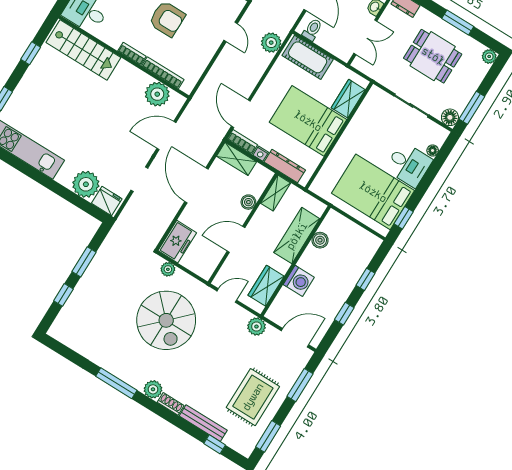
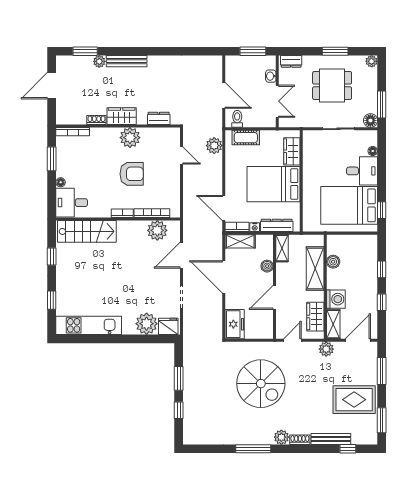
cot: (308, 57) -> (246, 138), width x0.73, depth x0.75
plant: (168, 269) -> (240, 347), removed
shelving: (280, 305) -> (333, 324), added
rug: (253, 397) -> (354, 400), turned 90

